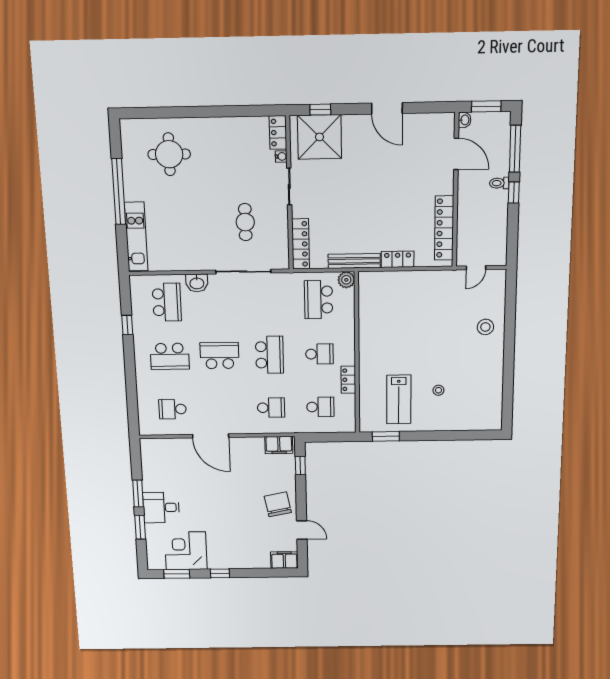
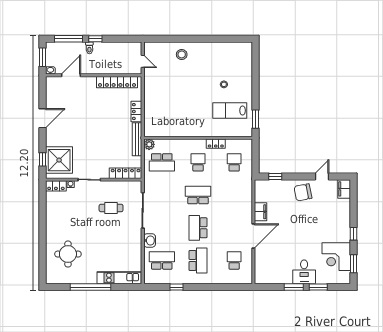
lab bench: (399, 399) -> (230, 111), turned 180
school desk: (271, 408) -> (234, 195), removed
school desk: (173, 409) -> (234, 260), turned 180
filing cabinet: (279, 445) -> (260, 212), moved

